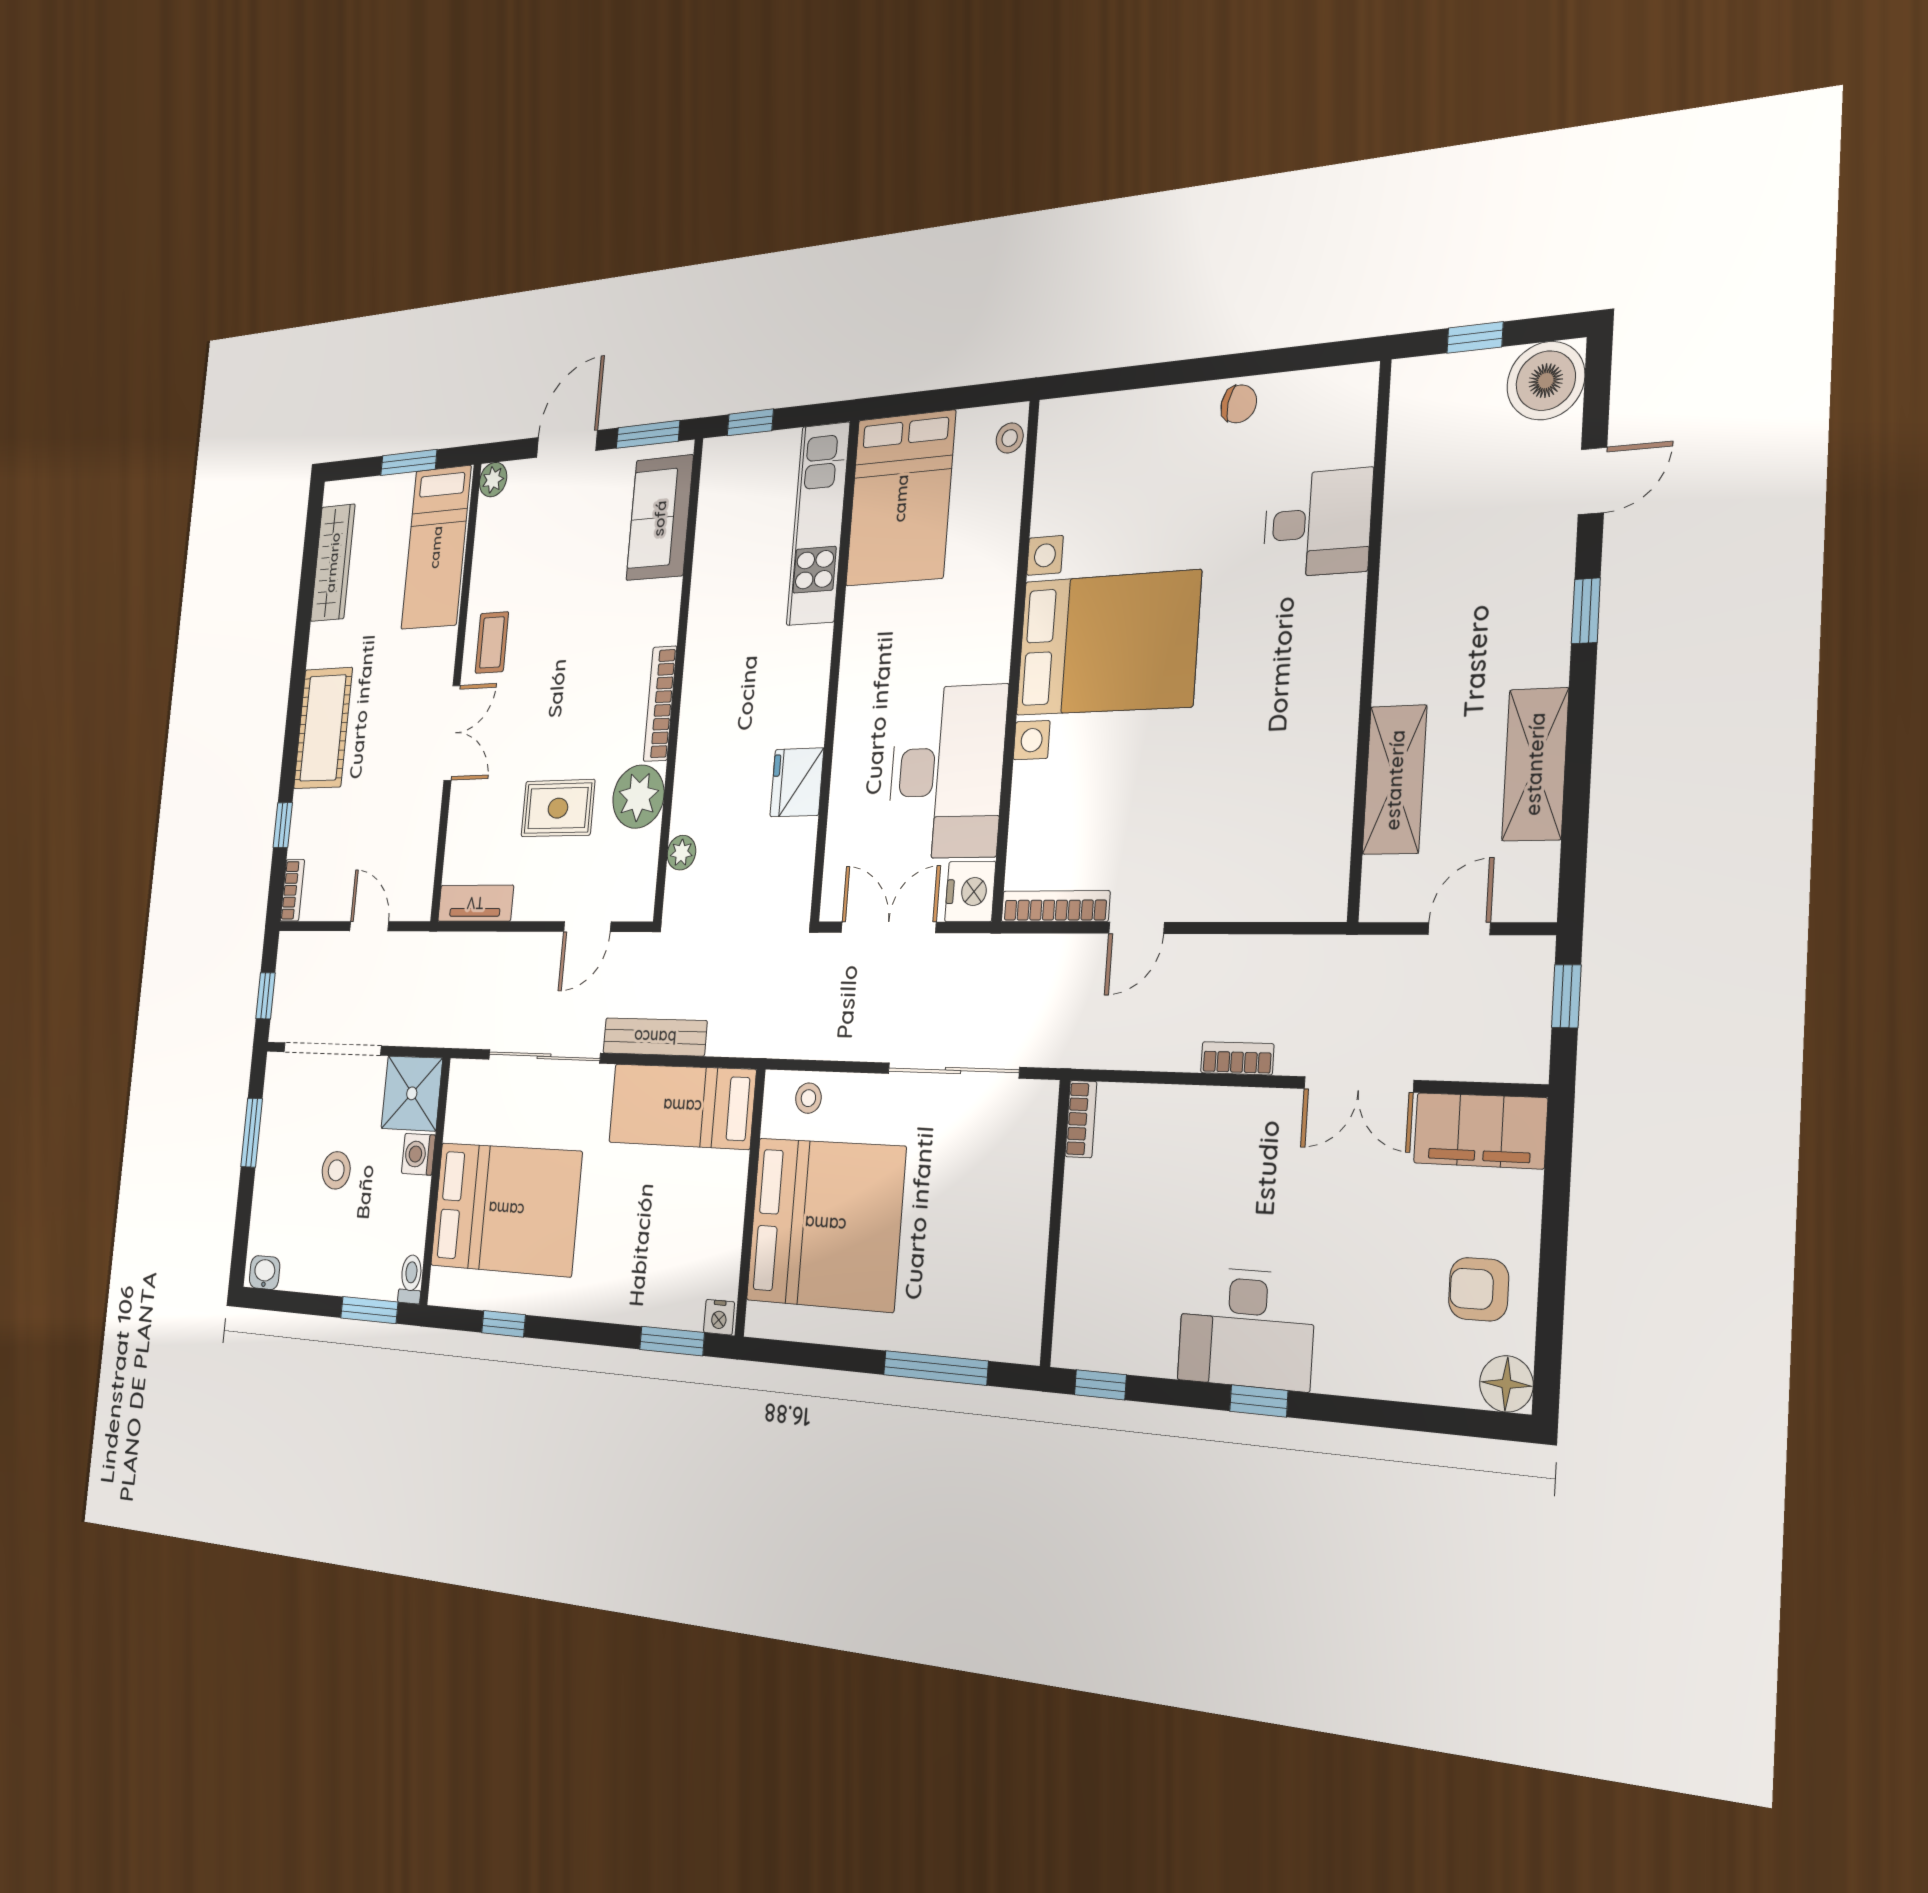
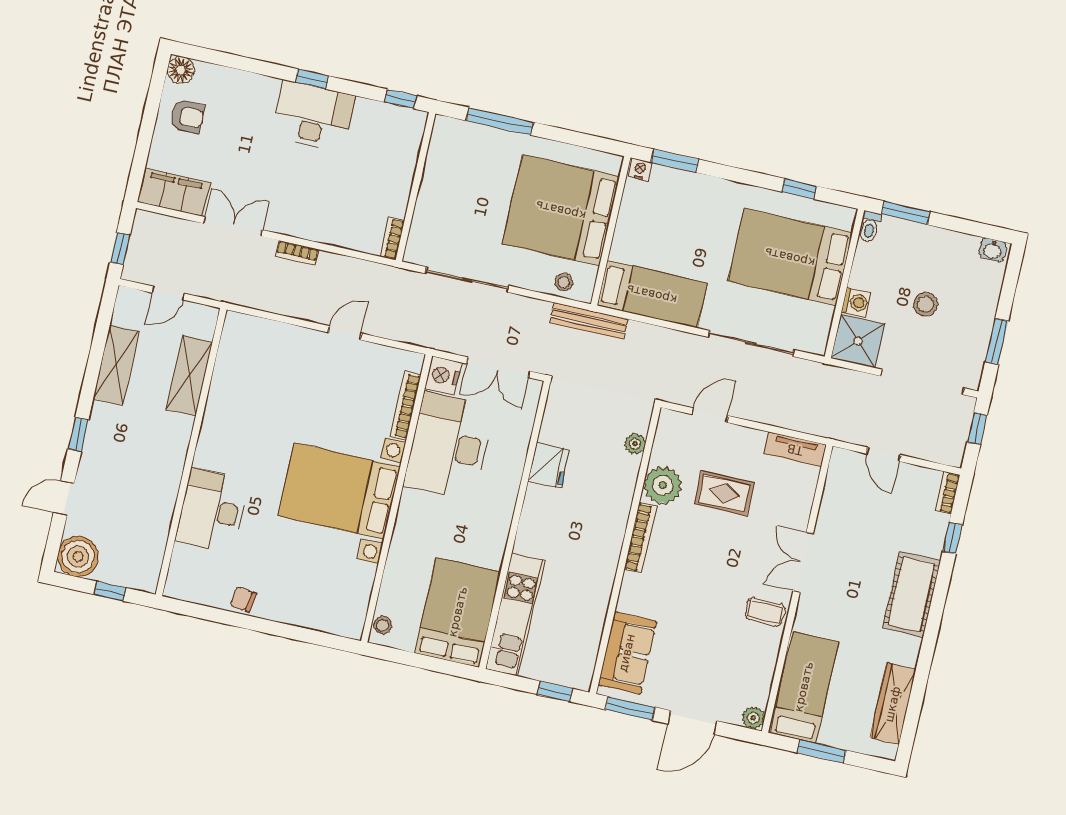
desk: (1317, 523) -> (212, 511), width x1.37
coffee table: (492, 642) -> (765, 612), turned 90
bookcase: (1055, 906) -> (405, 406), moved, turned 90
bench: (655, 1037) -> (589, 321), moved

